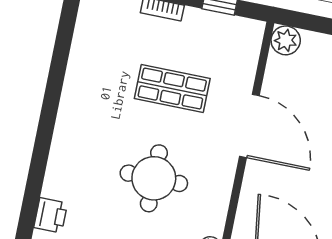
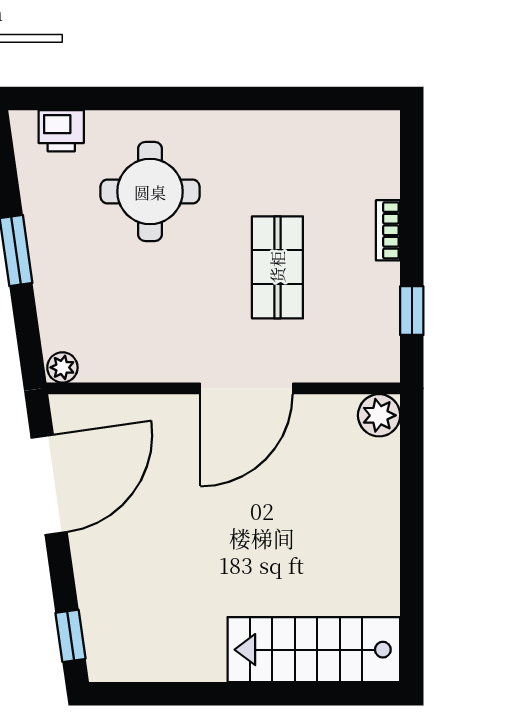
round table: (154, 178) -> (150, 192), moved

